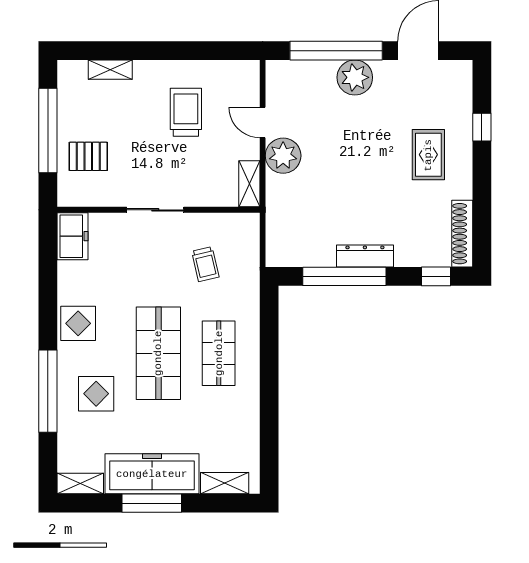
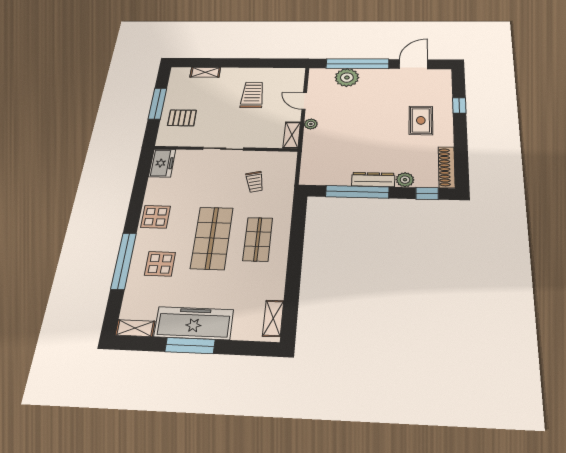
plant: (355, 77) -> (347, 78), moved
window: (48, 131) -> (158, 104), width x0.68
plant: (283, 156) -> (311, 124), width x0.53, depth x0.53
plant: (407, 255) -> (405, 180), added
shelving: (225, 483) -> (273, 318), moved, turned 90

